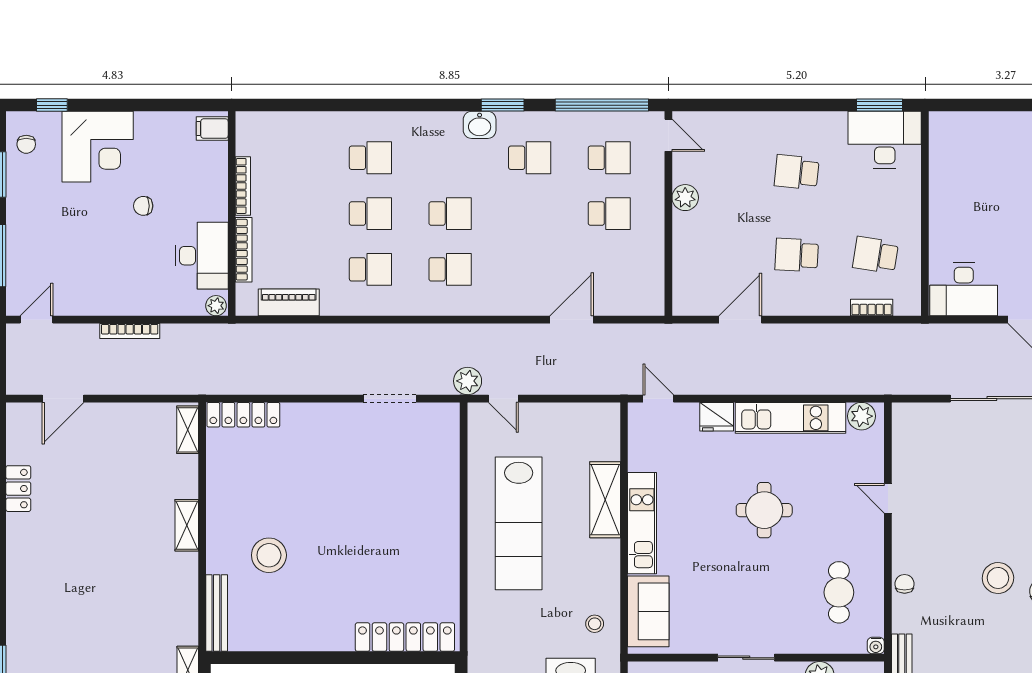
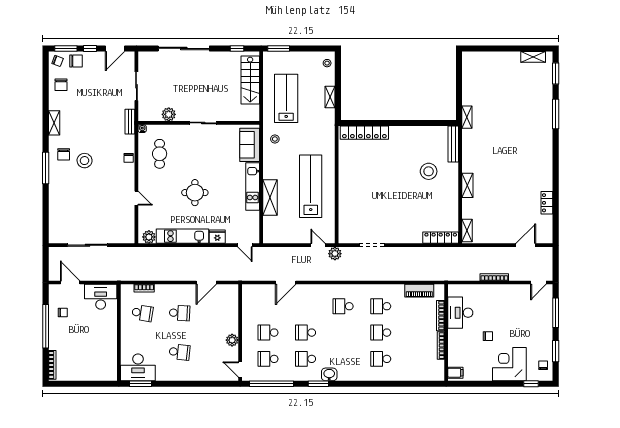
school desk: (450, 214) -> (306, 333), moved
plant: (216, 306) -> (454, 289), removed

